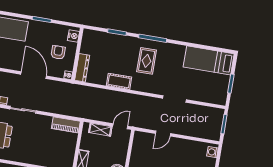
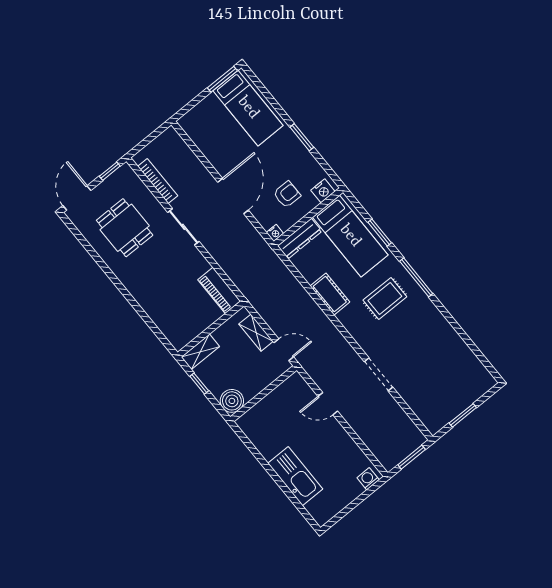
bed: (209, 60) -> (350, 236), moved, turned 180

